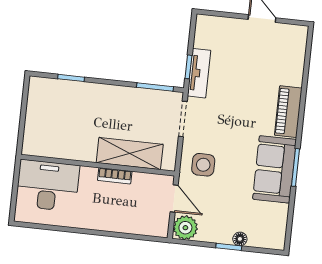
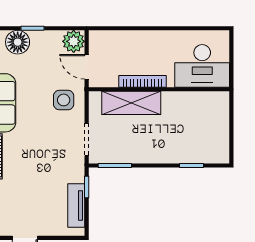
tv unit: (199, 73) -> (76, 206), moved
bookcase: (115, 176) -> (142, 81), width x1.56
floor lamp: (240, 239) -> (18, 42), width x1.89, depth x1.89

